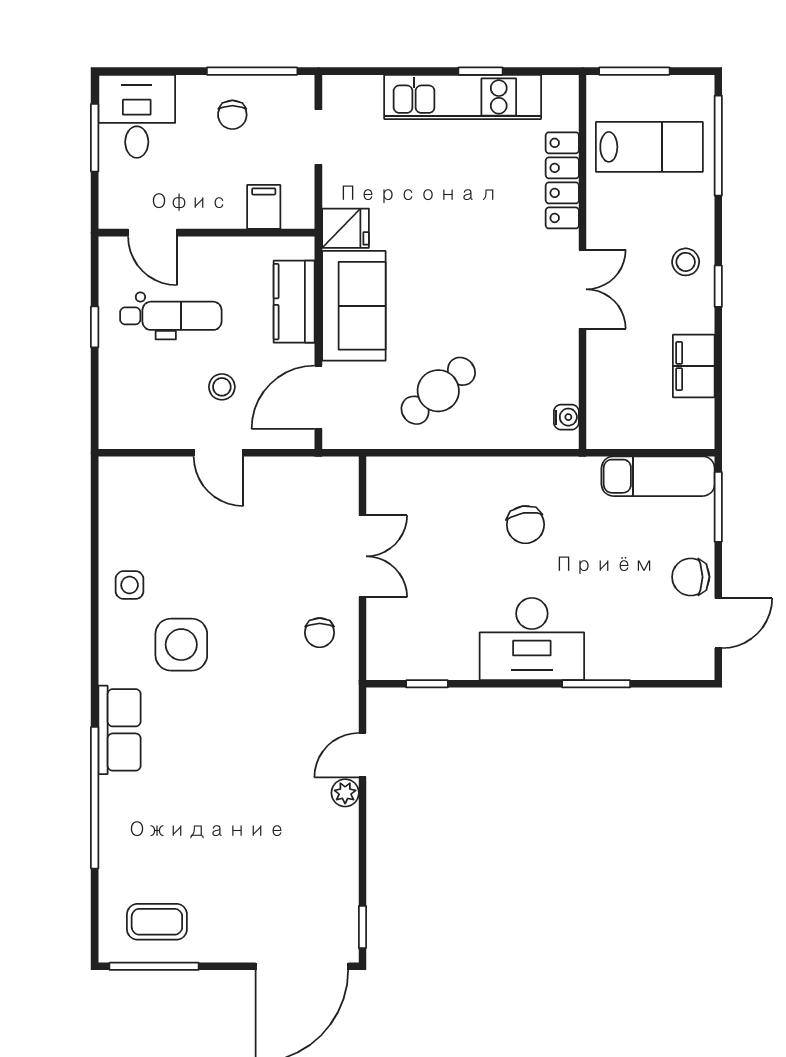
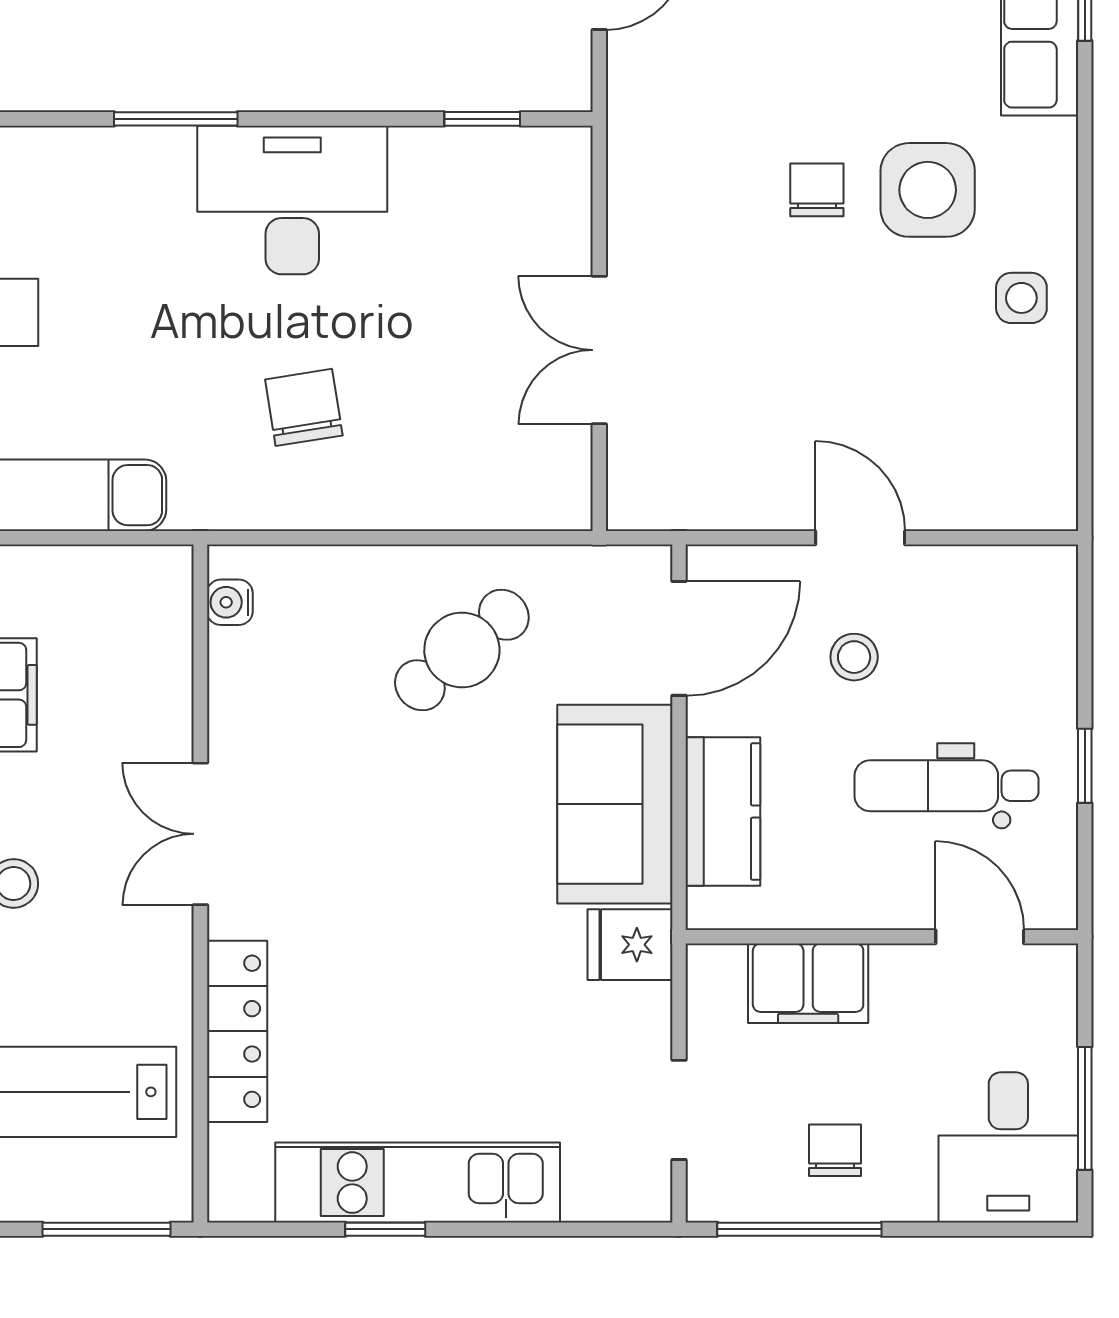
filing cabinet: (264, 207) -> (808, 983), width x2.00
chair: (320, 633) -> (817, 190), moved

